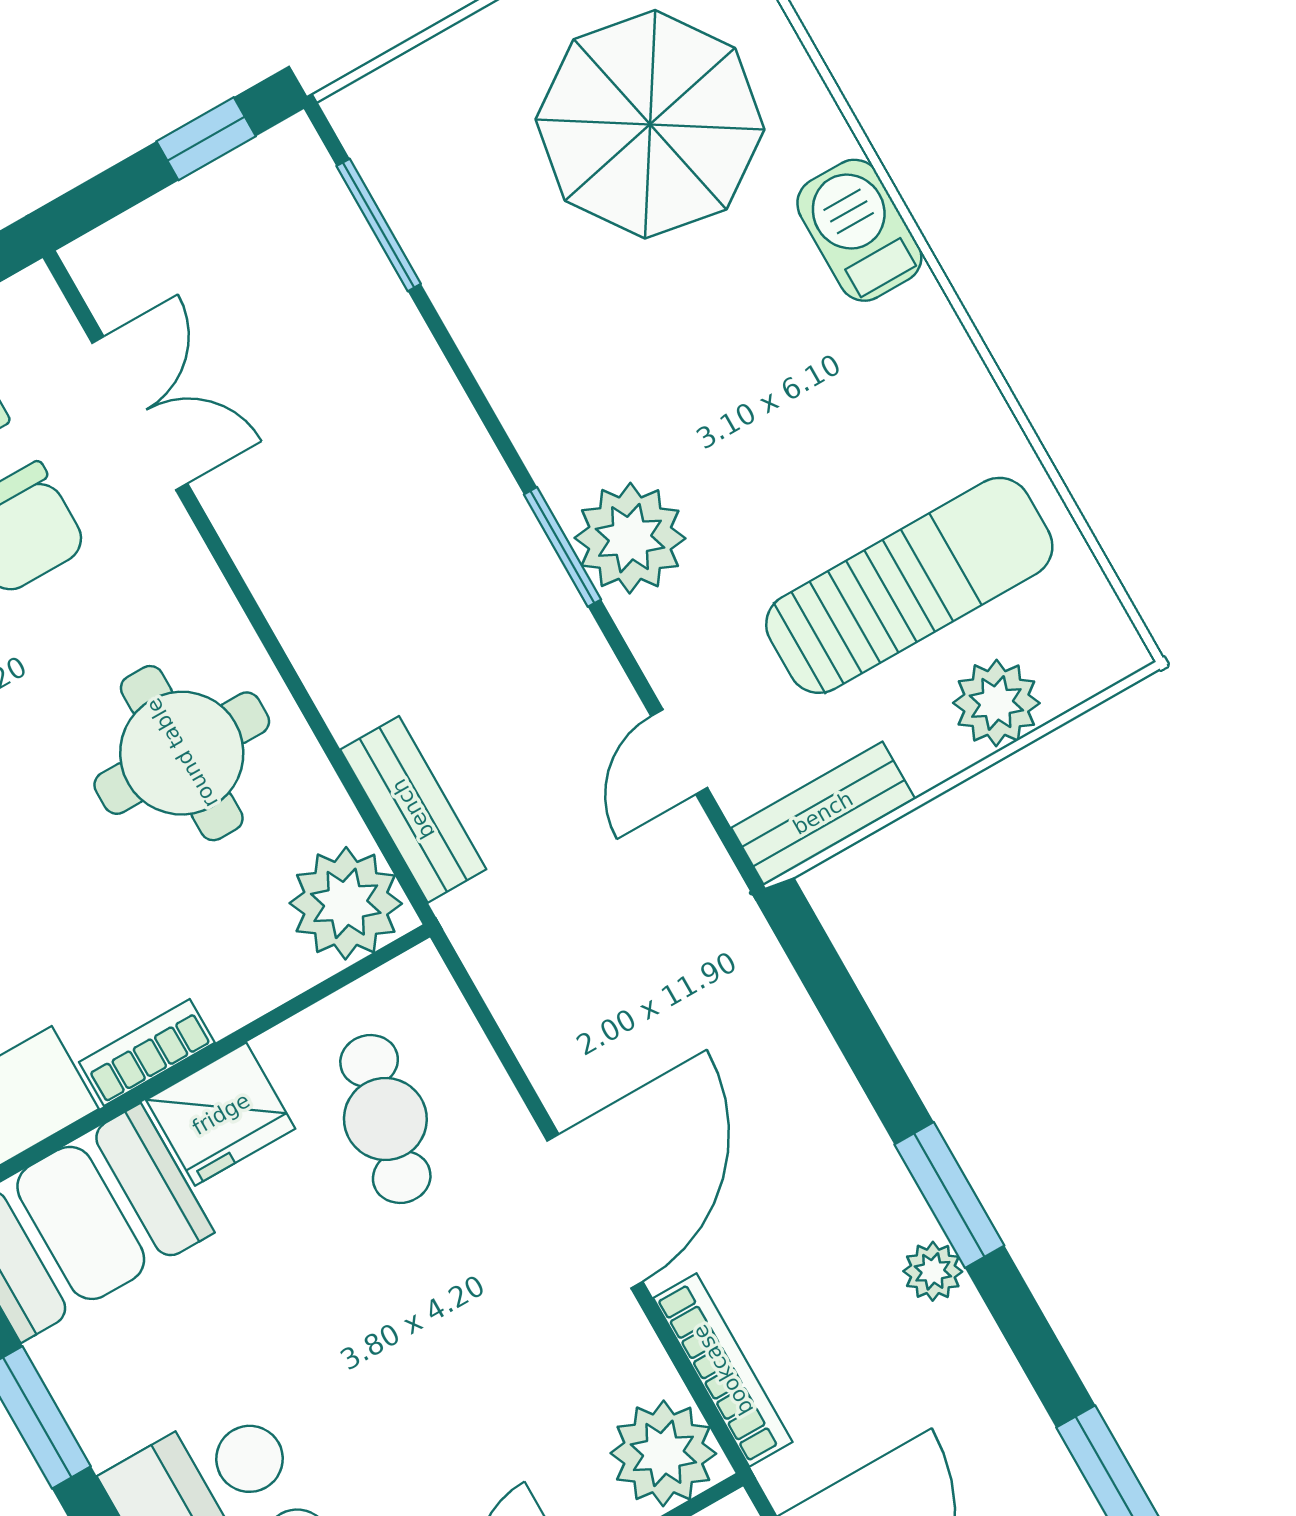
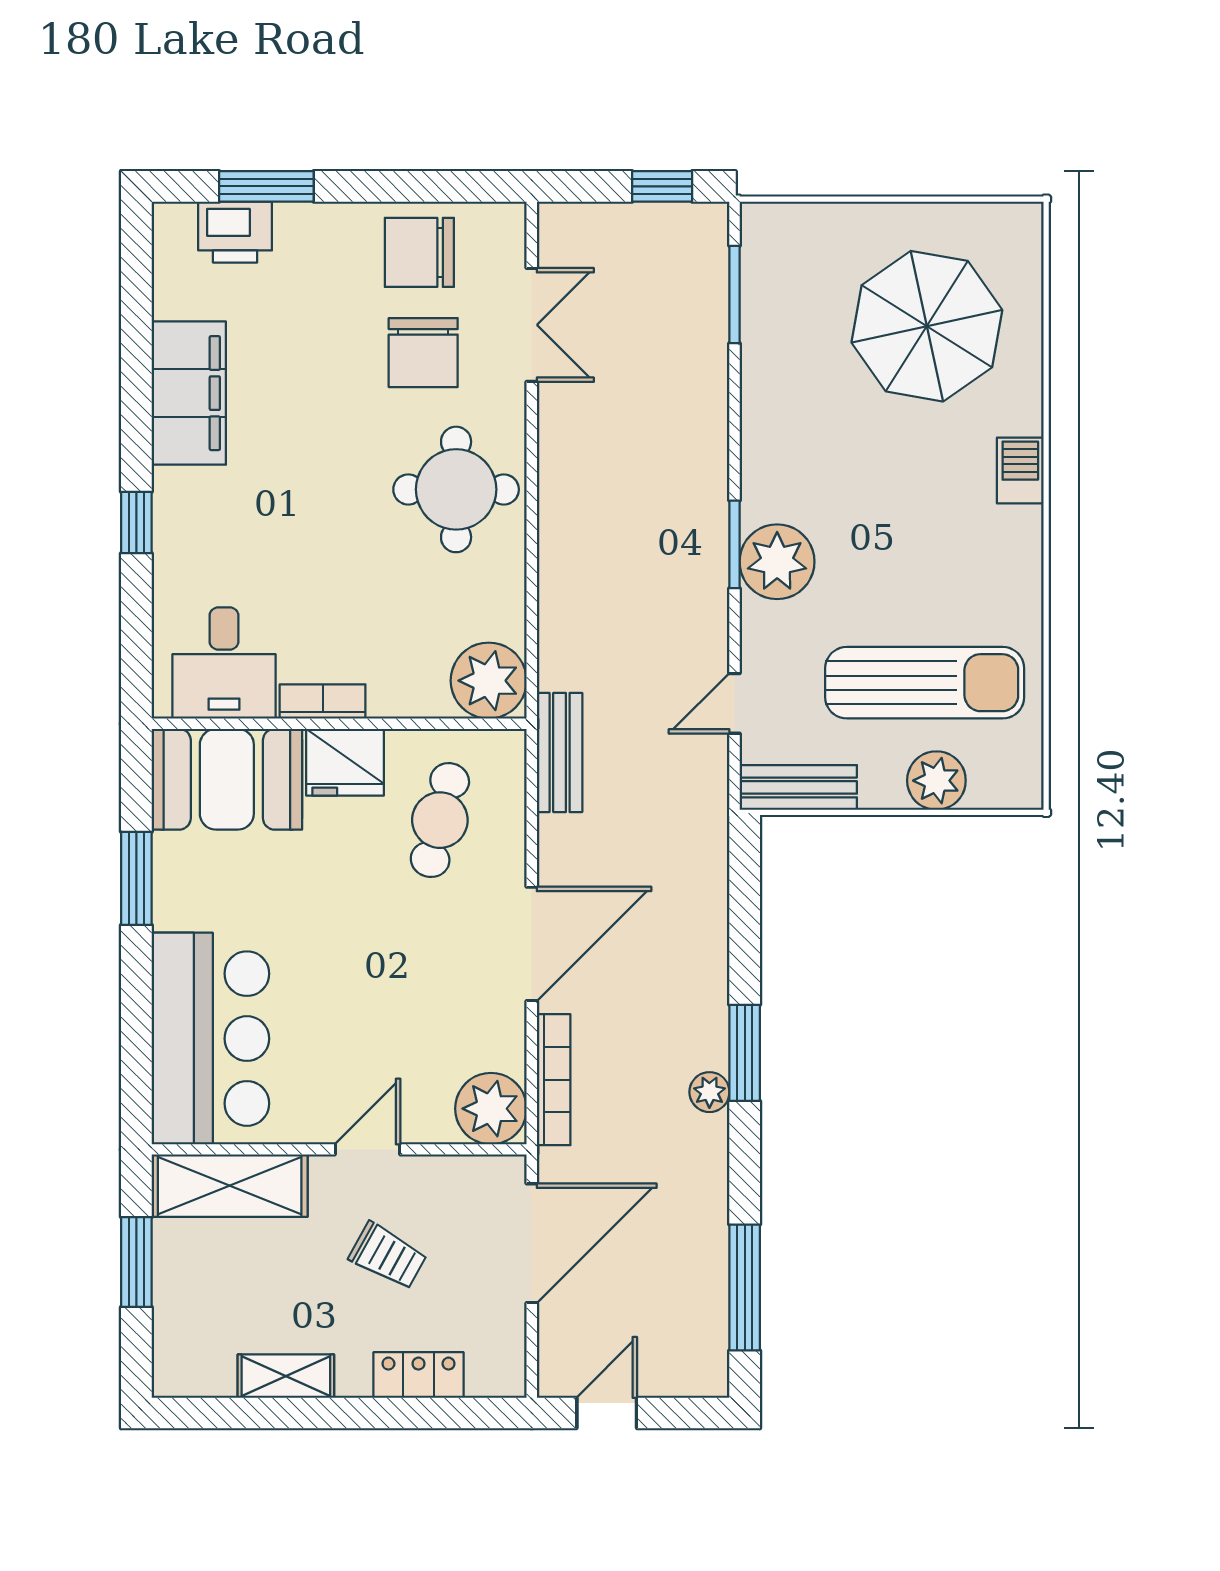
barbecue: (859, 230) -> (1020, 470), width x0.73, depth x0.79
round table: (182, 753) -> (456, 489), moved
bench: (413, 809) -> (560, 753), moved

